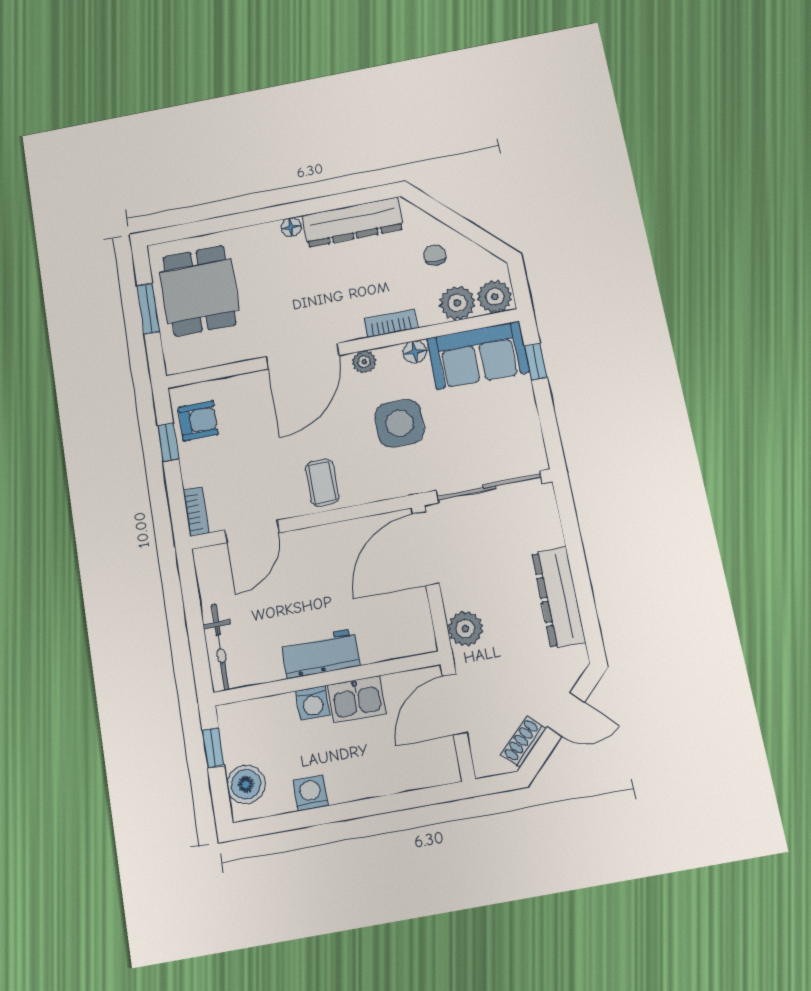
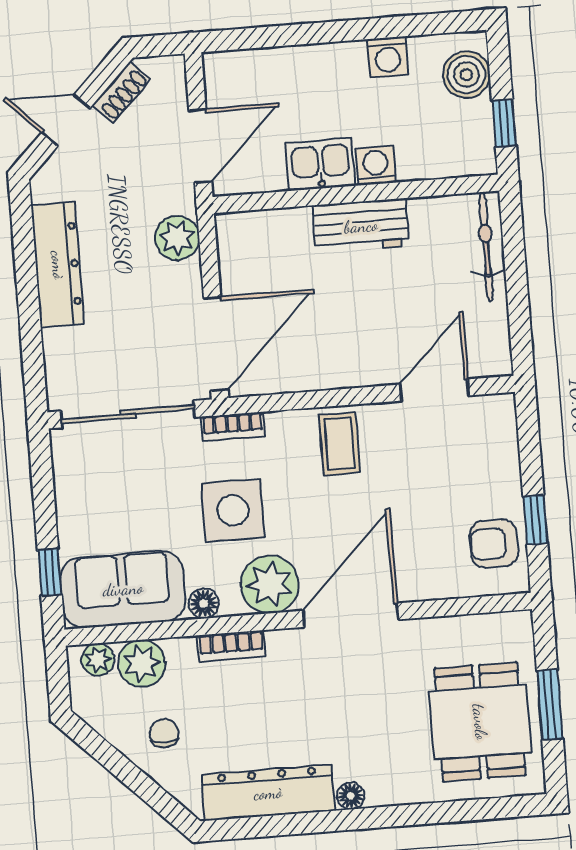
chair: (435, 255) -> (164, 733), turned 180
plant: (495, 297) -> (98, 660), width x0.73, depth x0.73
plant: (364, 362) -> (270, 584), width x1.88, depth x1.88
bookcase: (196, 512) -> (233, 426), moved, turned -90

